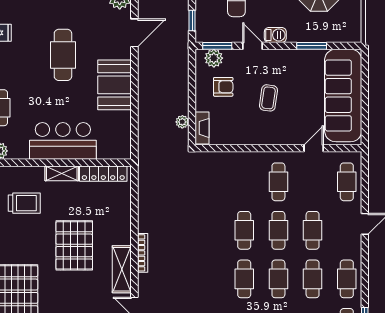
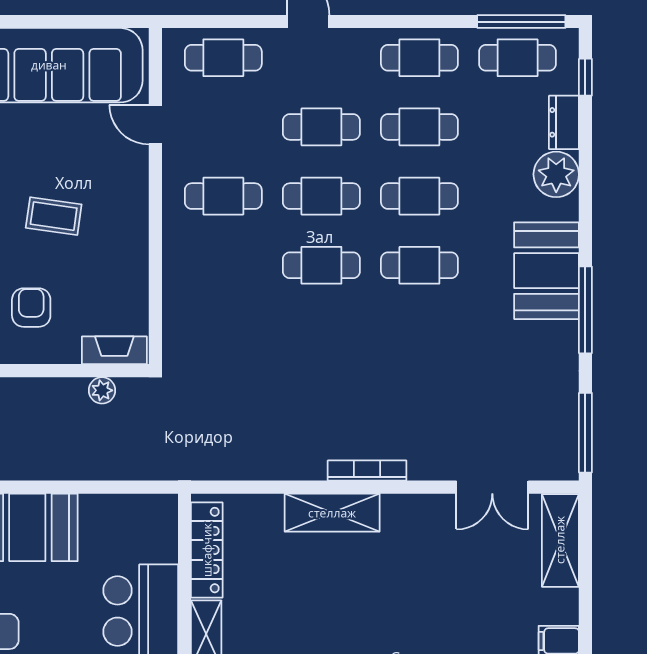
pallet: (74, 245) -> (352, 609), removed
shelving: (122, 269) -> (332, 513), moved

